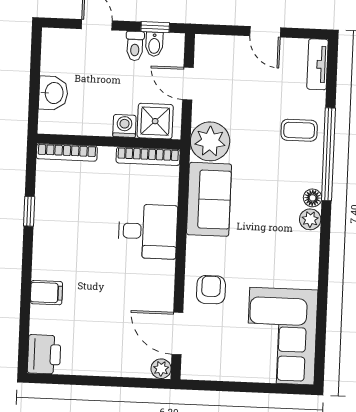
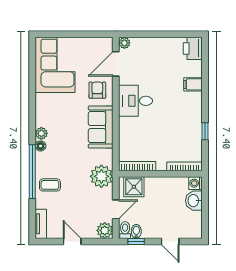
toilet: (135, 46) -> (125, 230), moved
plant: (208, 48) -> (105, 230), added
door: (188, 84) -> (116, 209), hinge flipped
washing machine: (124, 126) -> (196, 183), moved, turned 90
sofa: (209, 199) -> (101, 127), moved
desk: (148, 231) -> (135, 101), moved
armchair: (211, 290) -> (97, 90), turned 180
door: (177, 333) -> (116, 64), swing flipped

